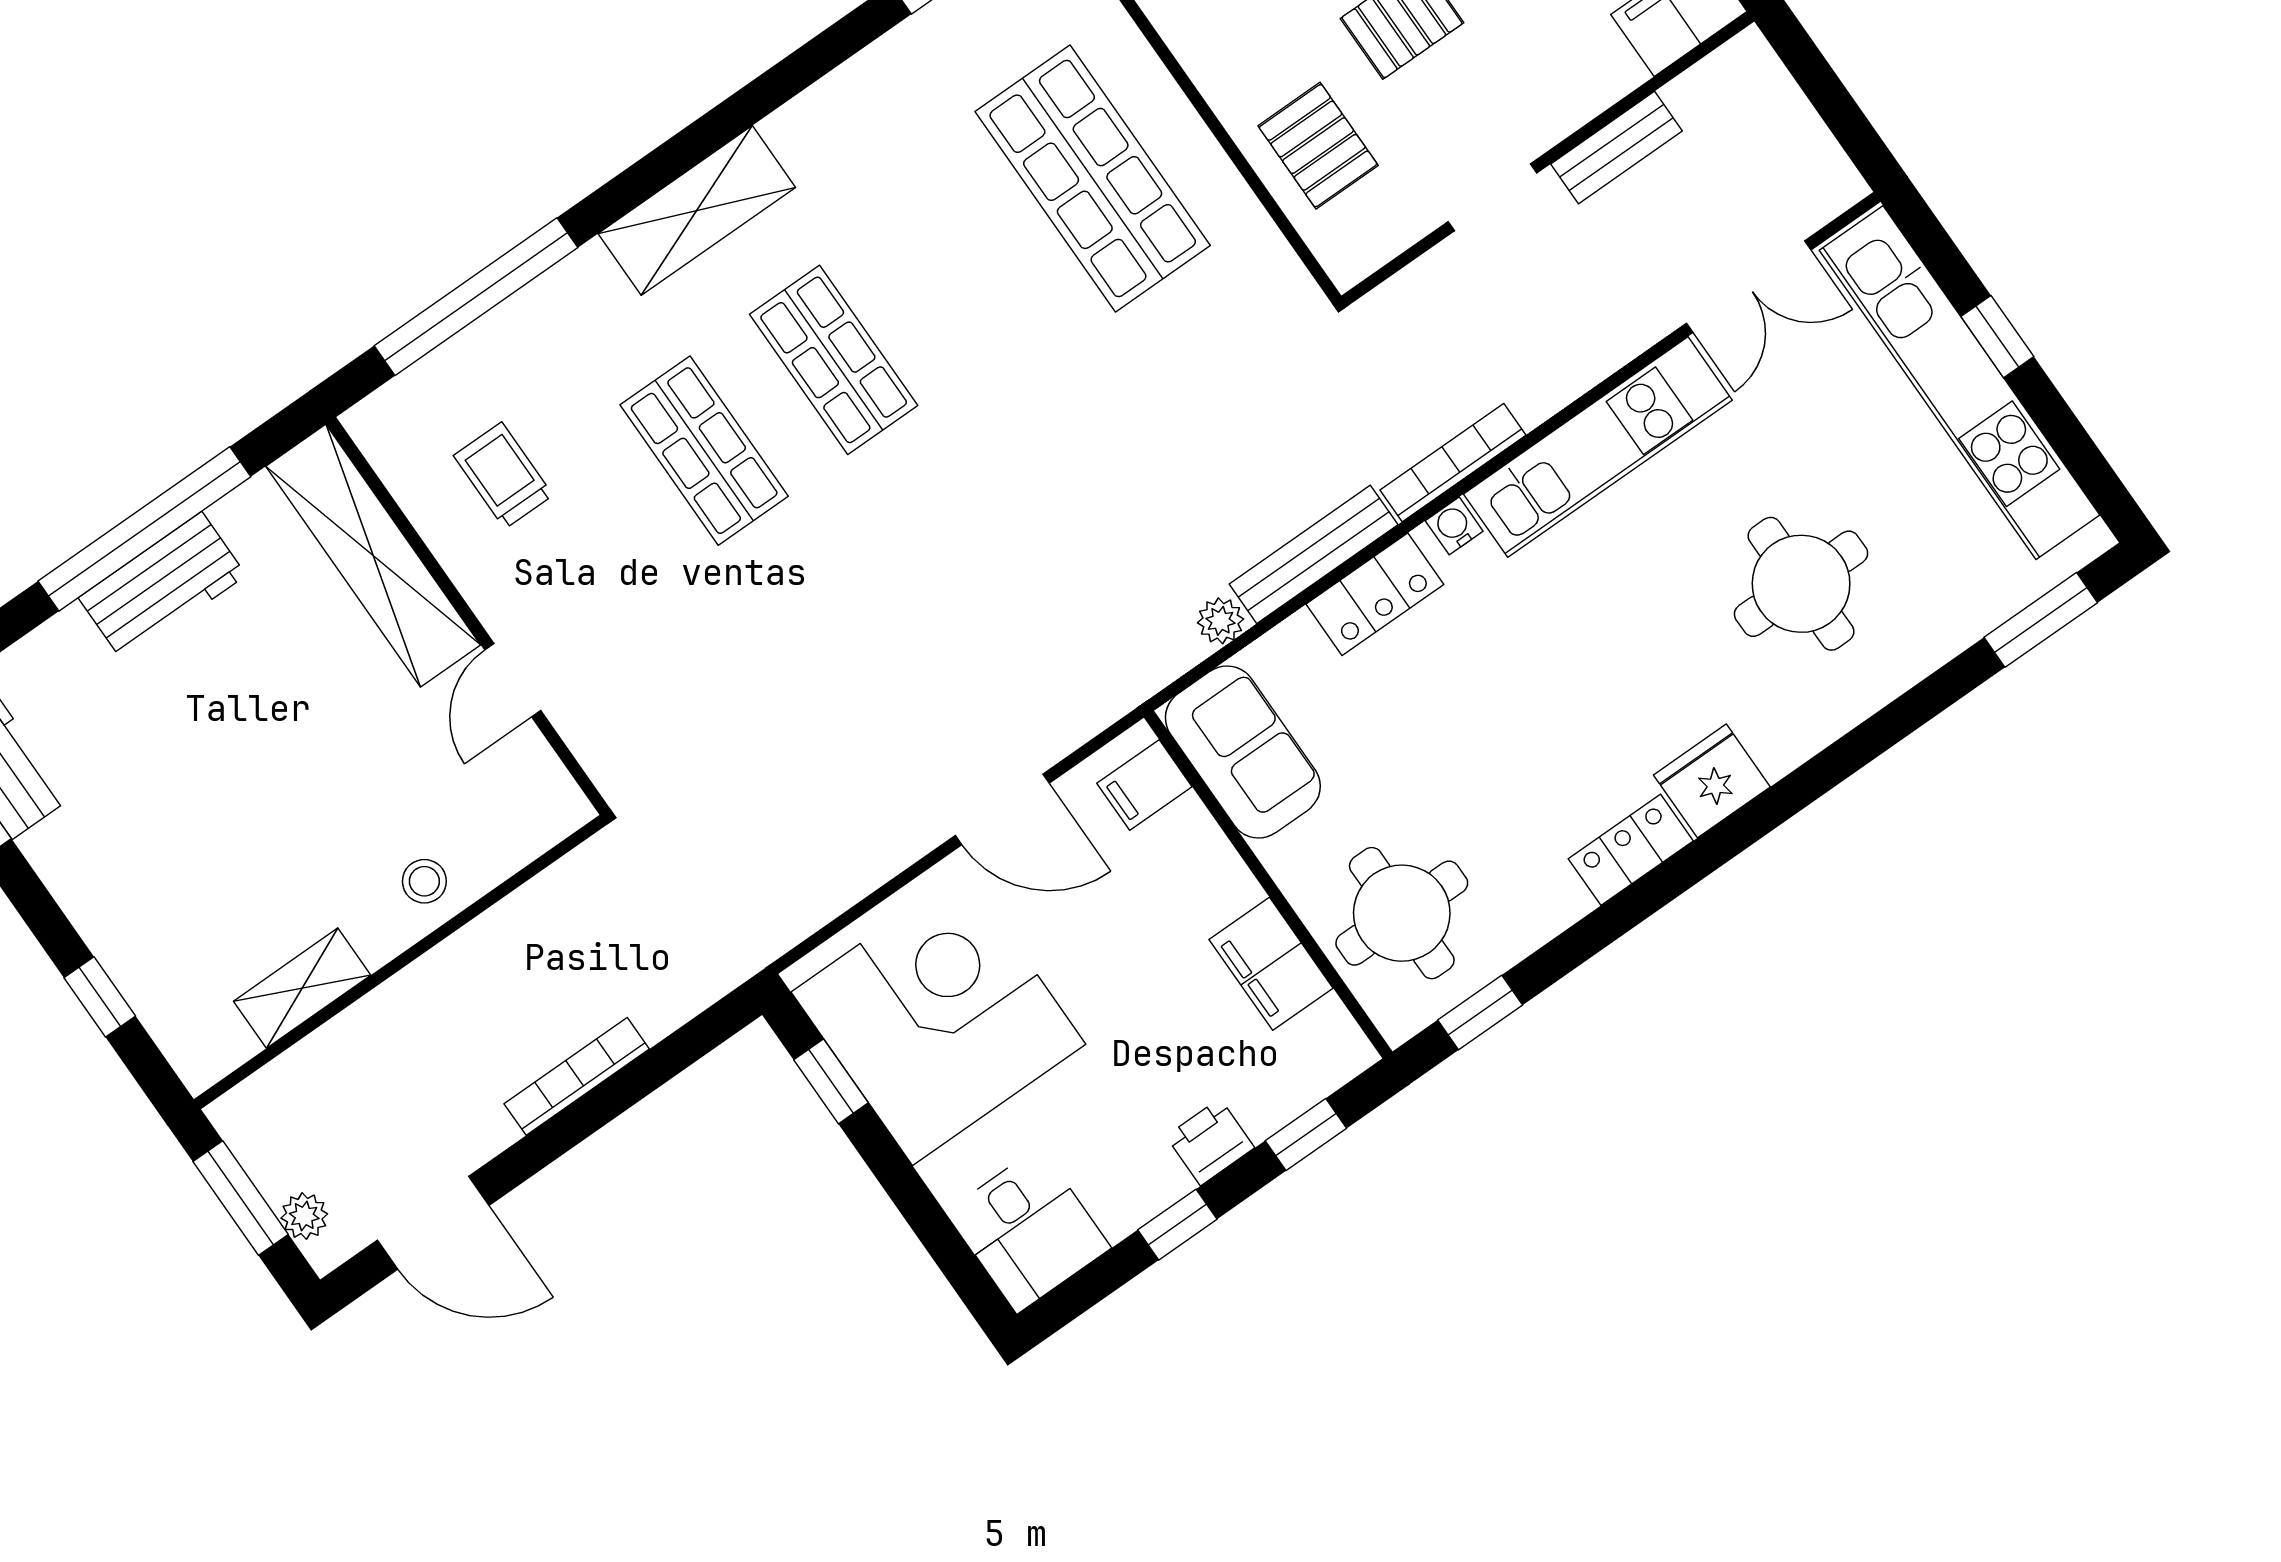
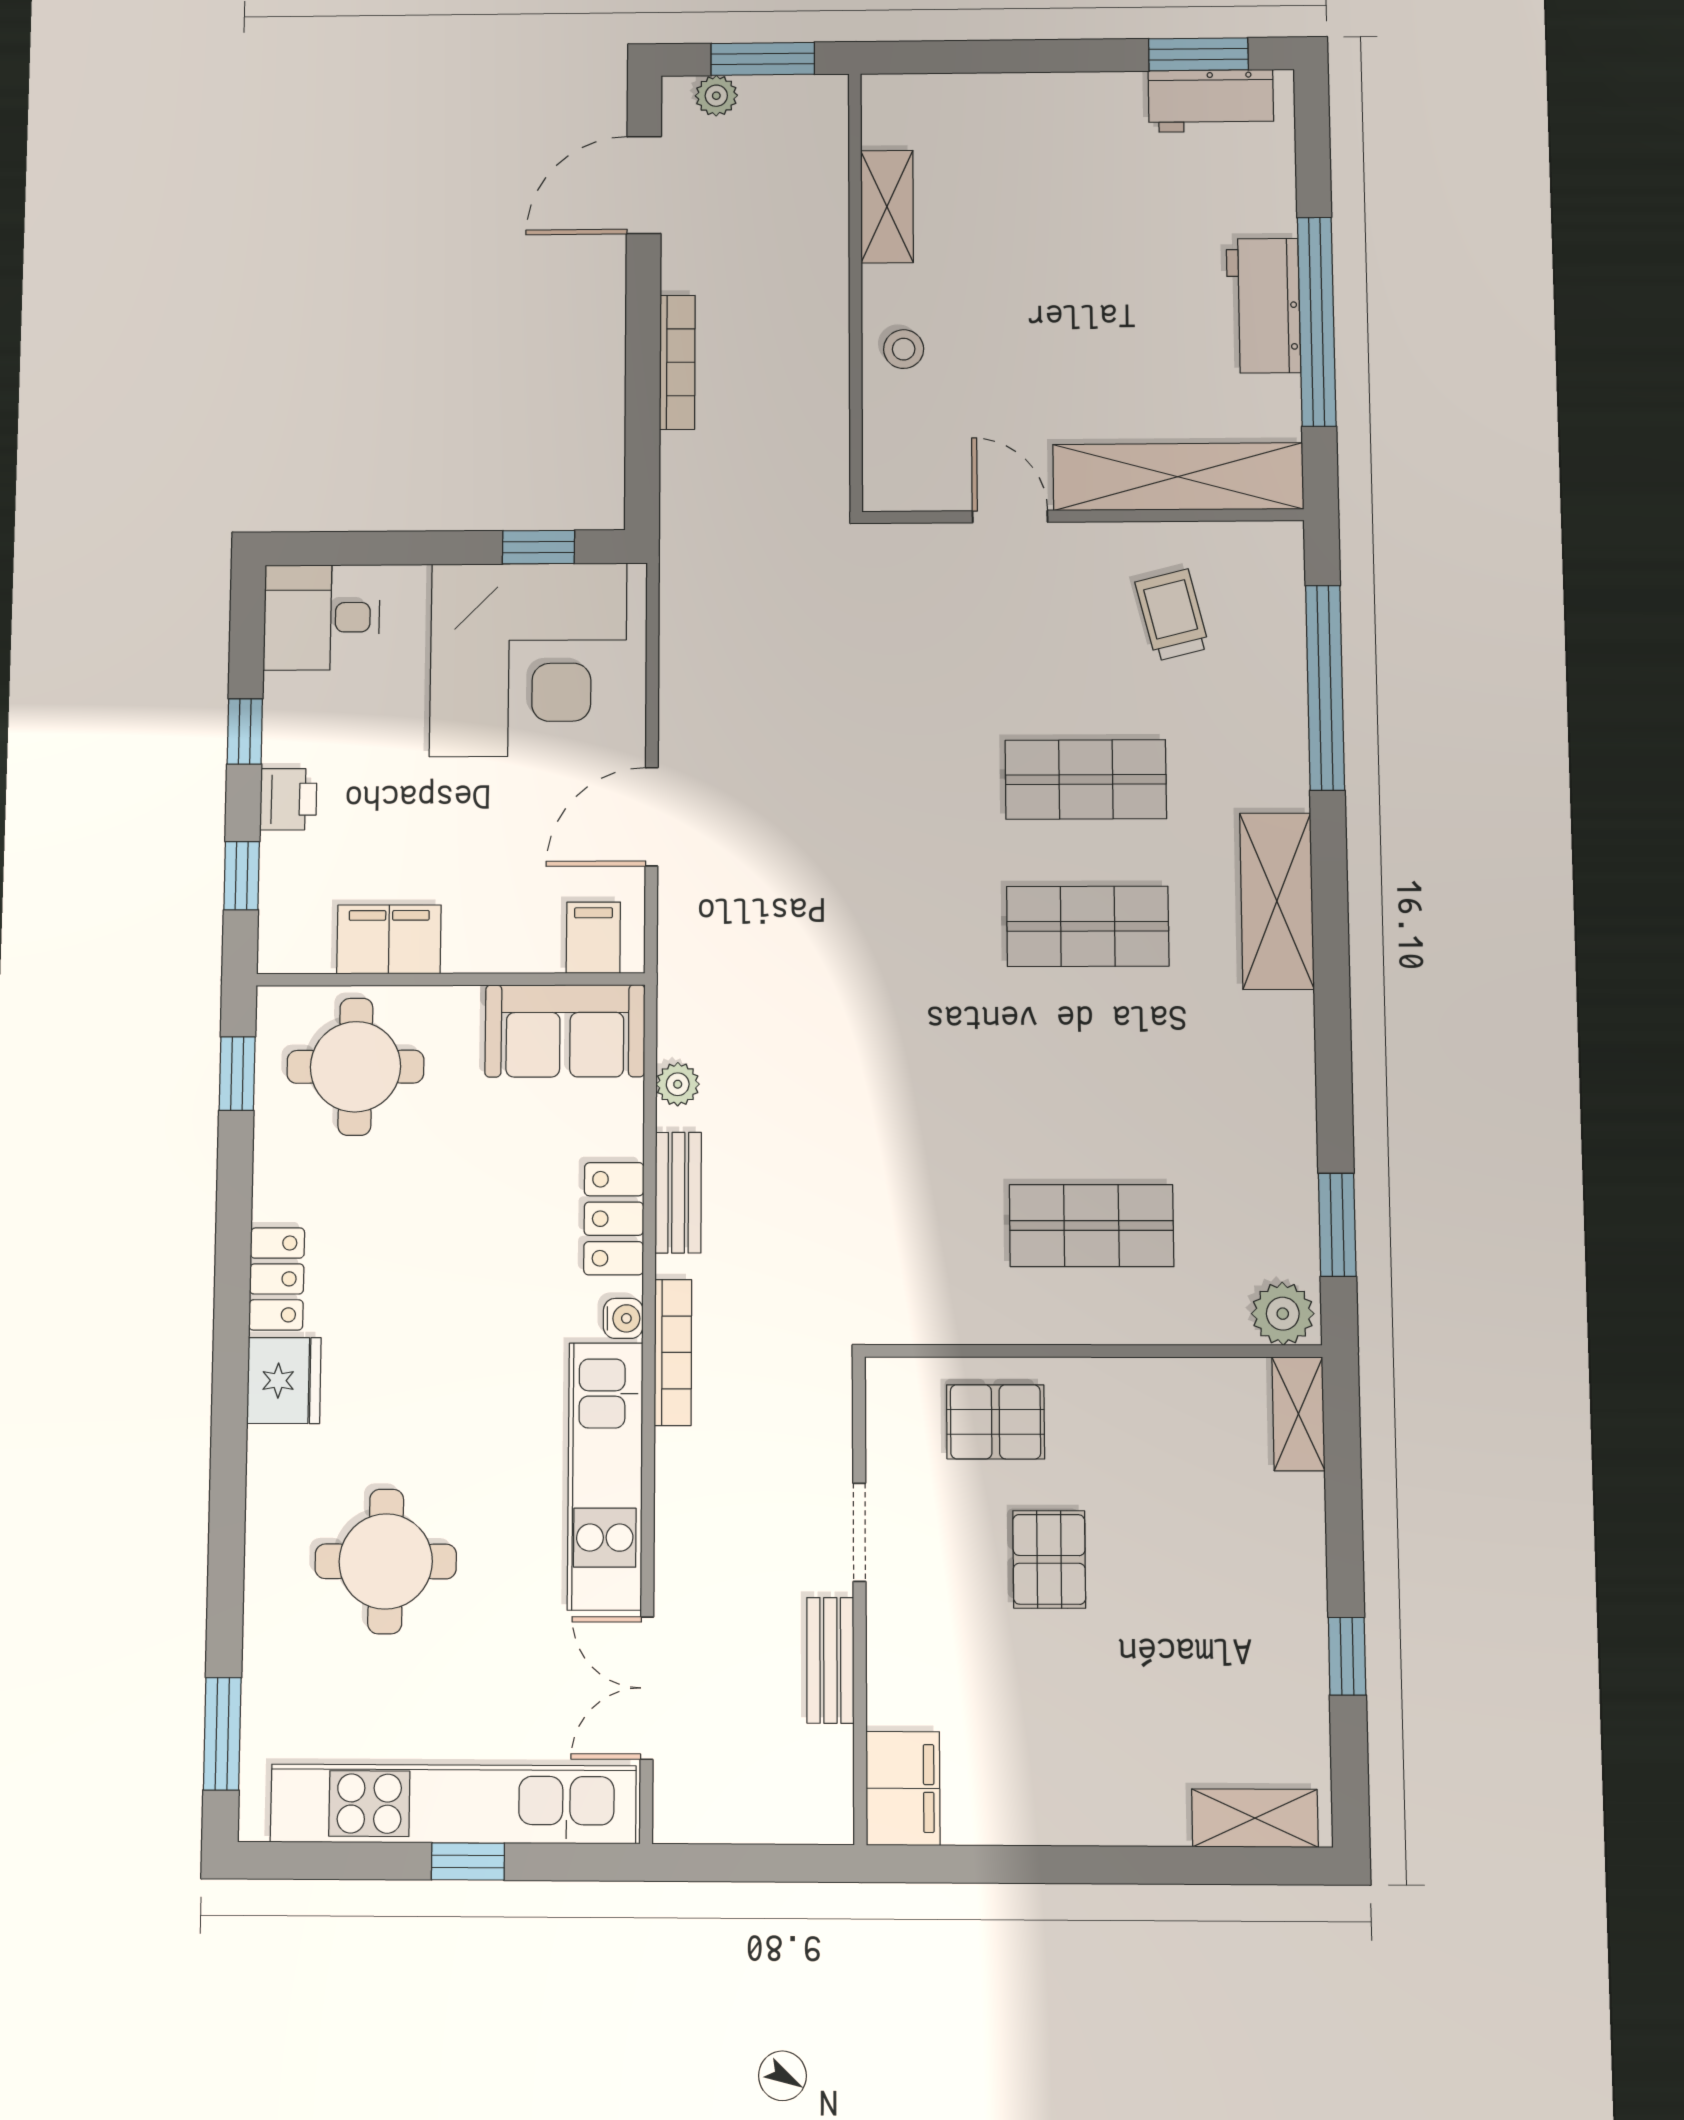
shop shelf: (1093, 178) -> (1091, 1226), width x0.70, depth x0.74
trolley: (503, 475) -> (1172, 615), turned -104
bench: (1314, 554) -> (678, 1193), width x0.73
window: (100, 997) -> (985, 57), removed

